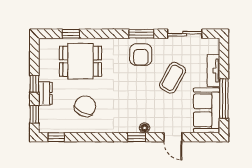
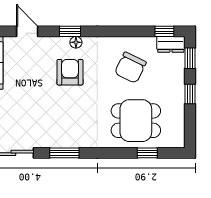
armchair: (141, 55) -> (70, 72), moved
coffee table: (172, 78) -> (28, 101), removed
dresser: (45, 93) -> (171, 44), moved, turned -90
floor lamp: (145, 128) -> (76, 42), moved

